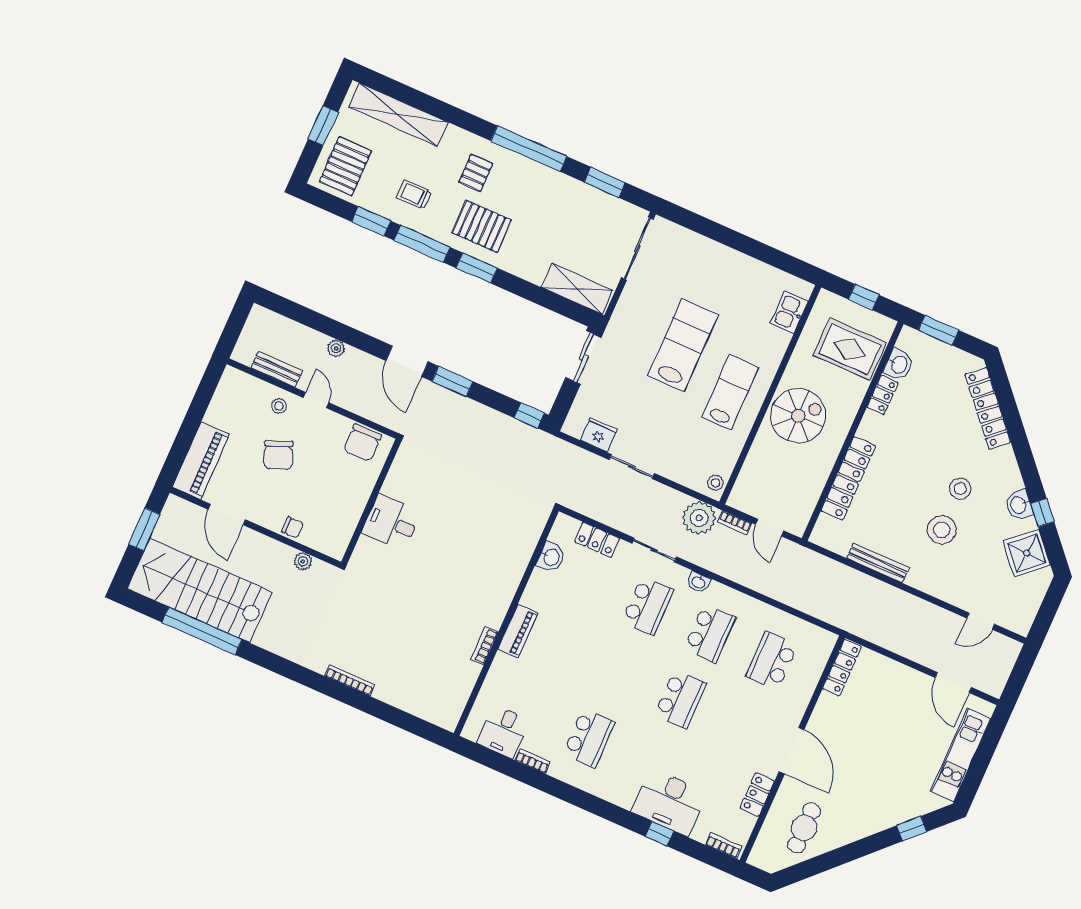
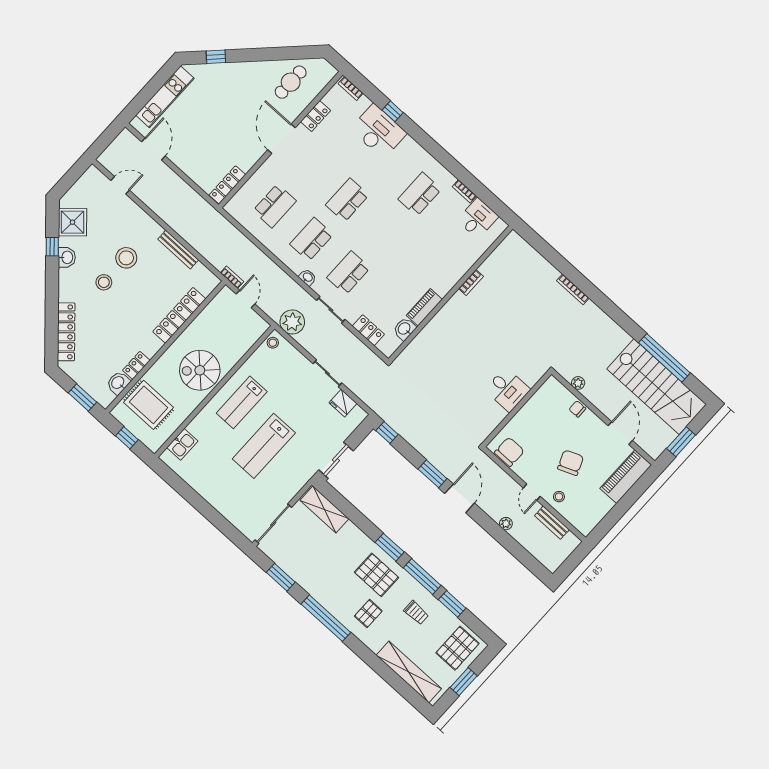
bookcase: (735, 523) -> (232, 277), moved
piano: (518, 631) -> (424, 307), moved

